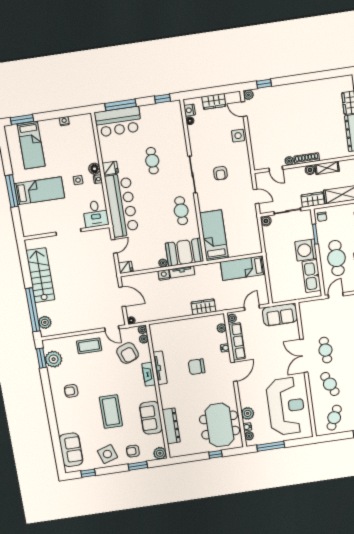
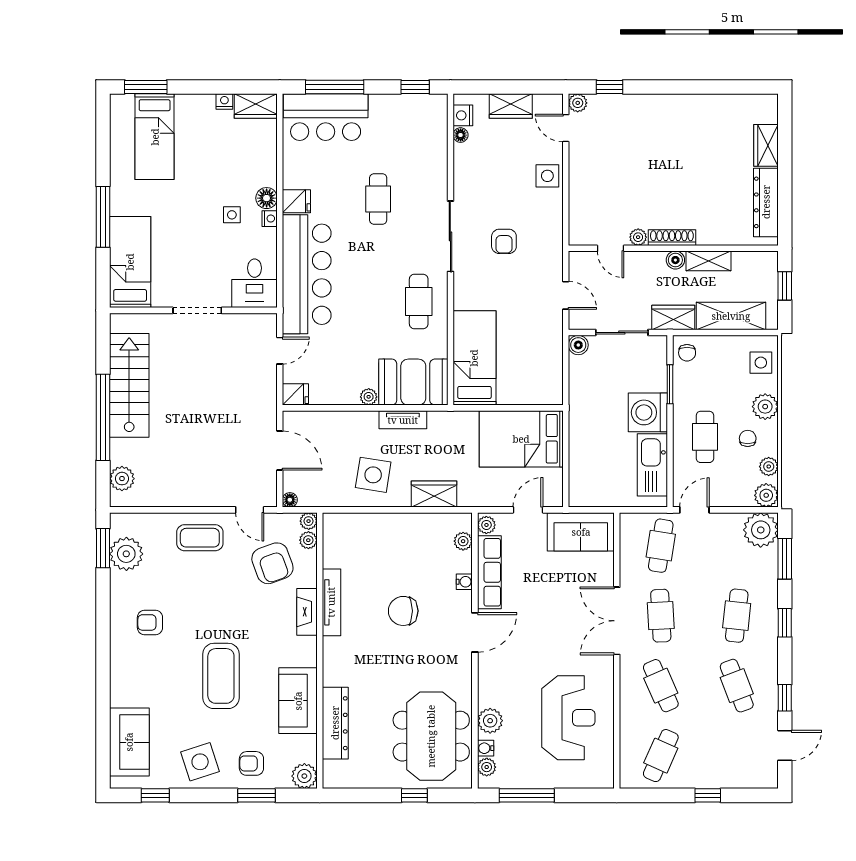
wardrobe: (81, 121) -> (256, 106), added
bed: (39, 191) -> (130, 262), moved, turned -90
cafe table: (336, 258) -> (705, 437), width x0.73, depth x0.74
bed: (243, 268) -> (521, 439), width x1.50
nightstand: (164, 275) -> (367, 420), removed
side table: (171, 302) -> (373, 475), added
window: (33, 310) -> (103, 417), moved
cafe table: (321, 316) -> (661, 546), added
reception desk: (286, 406) -> (568, 718), width x0.74, depth x0.77

